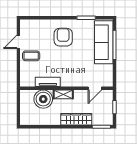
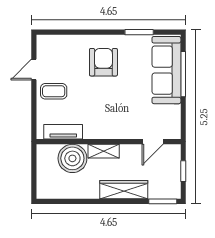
tv unit: (48, 82) -> (63, 132), moved

